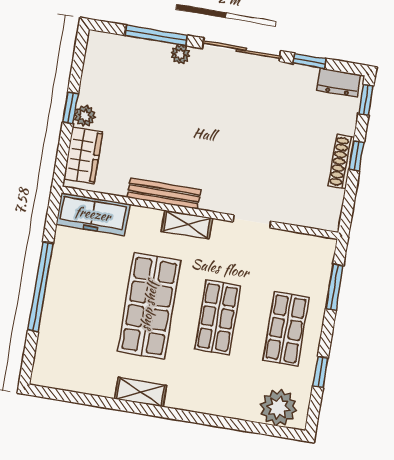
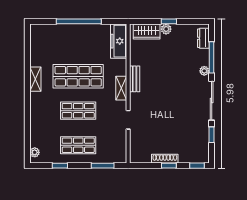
dresser: (339, 83) -> (203, 38), moved
bench: (164, 193) -> (135, 79), width x0.73
plant: (278, 408) -> (35, 152), width x0.53, depth x0.53

